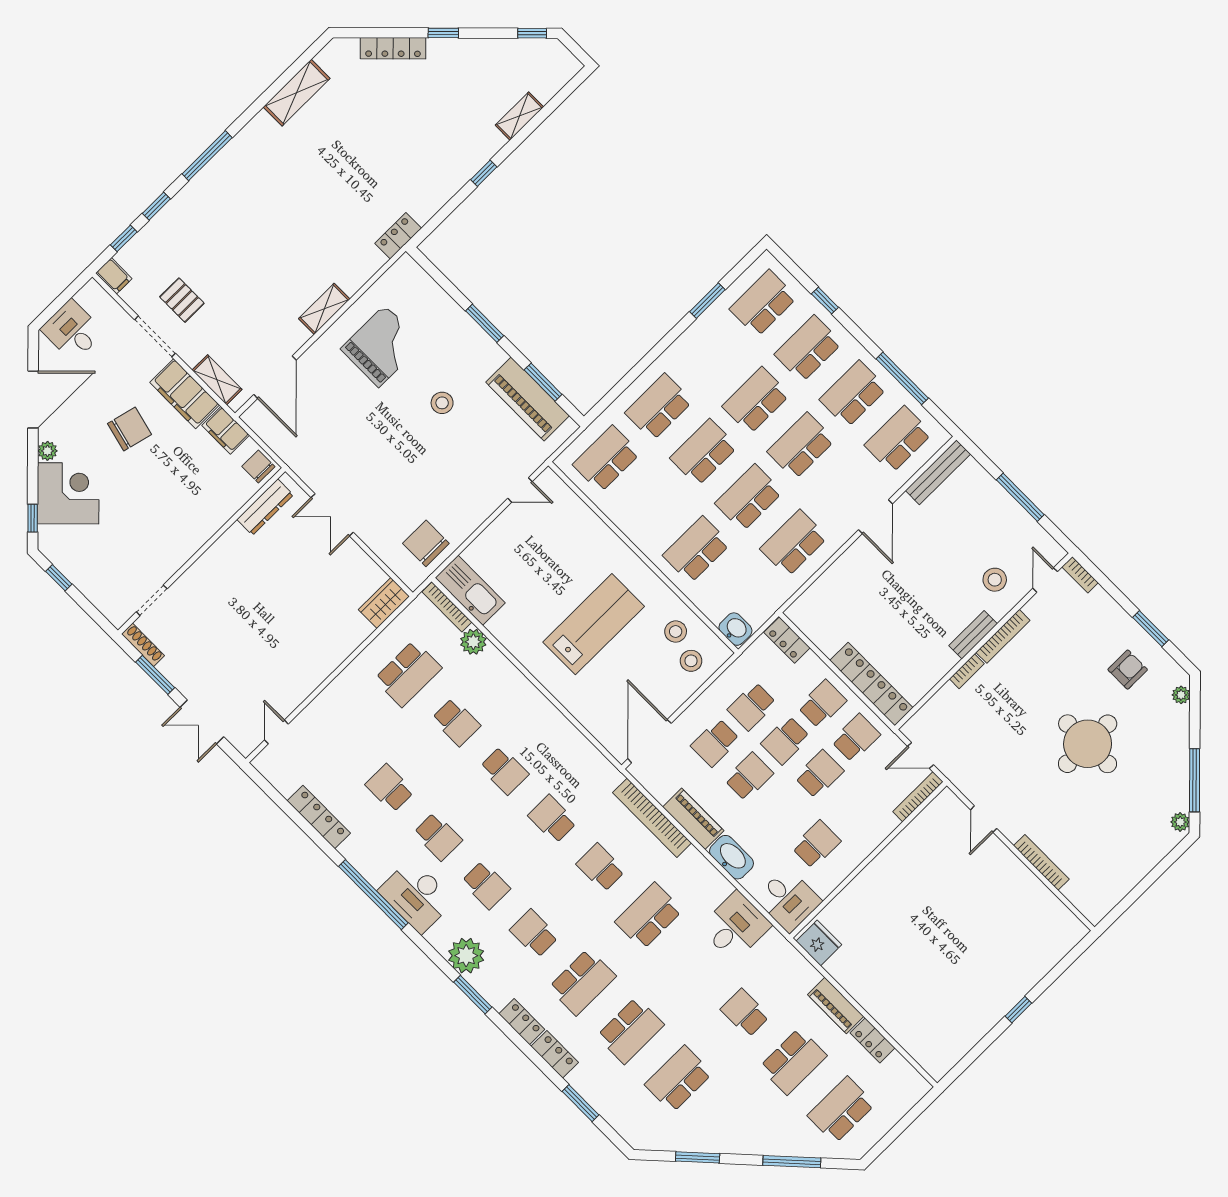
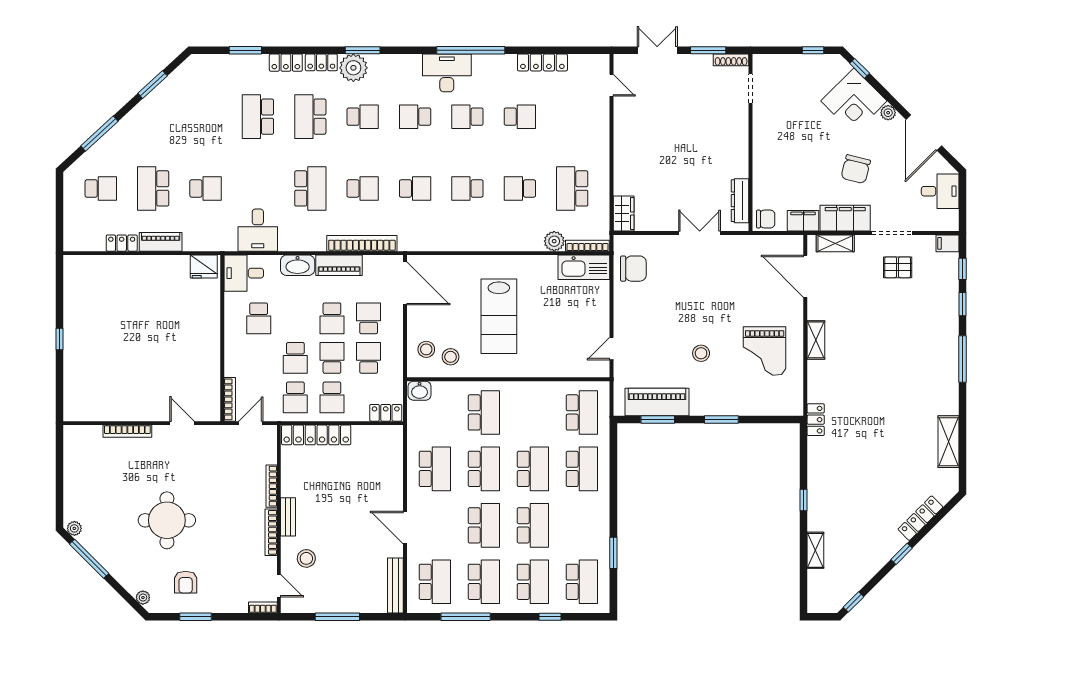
bookcase: (967, 671) -> (272, 486), width x1.56
plant: (466, 956) -> (353, 68), moved
school desk: (678, 1079) -> (206, 117), removed
school desk: (841, 1110) -> (101, 188), width x0.54

